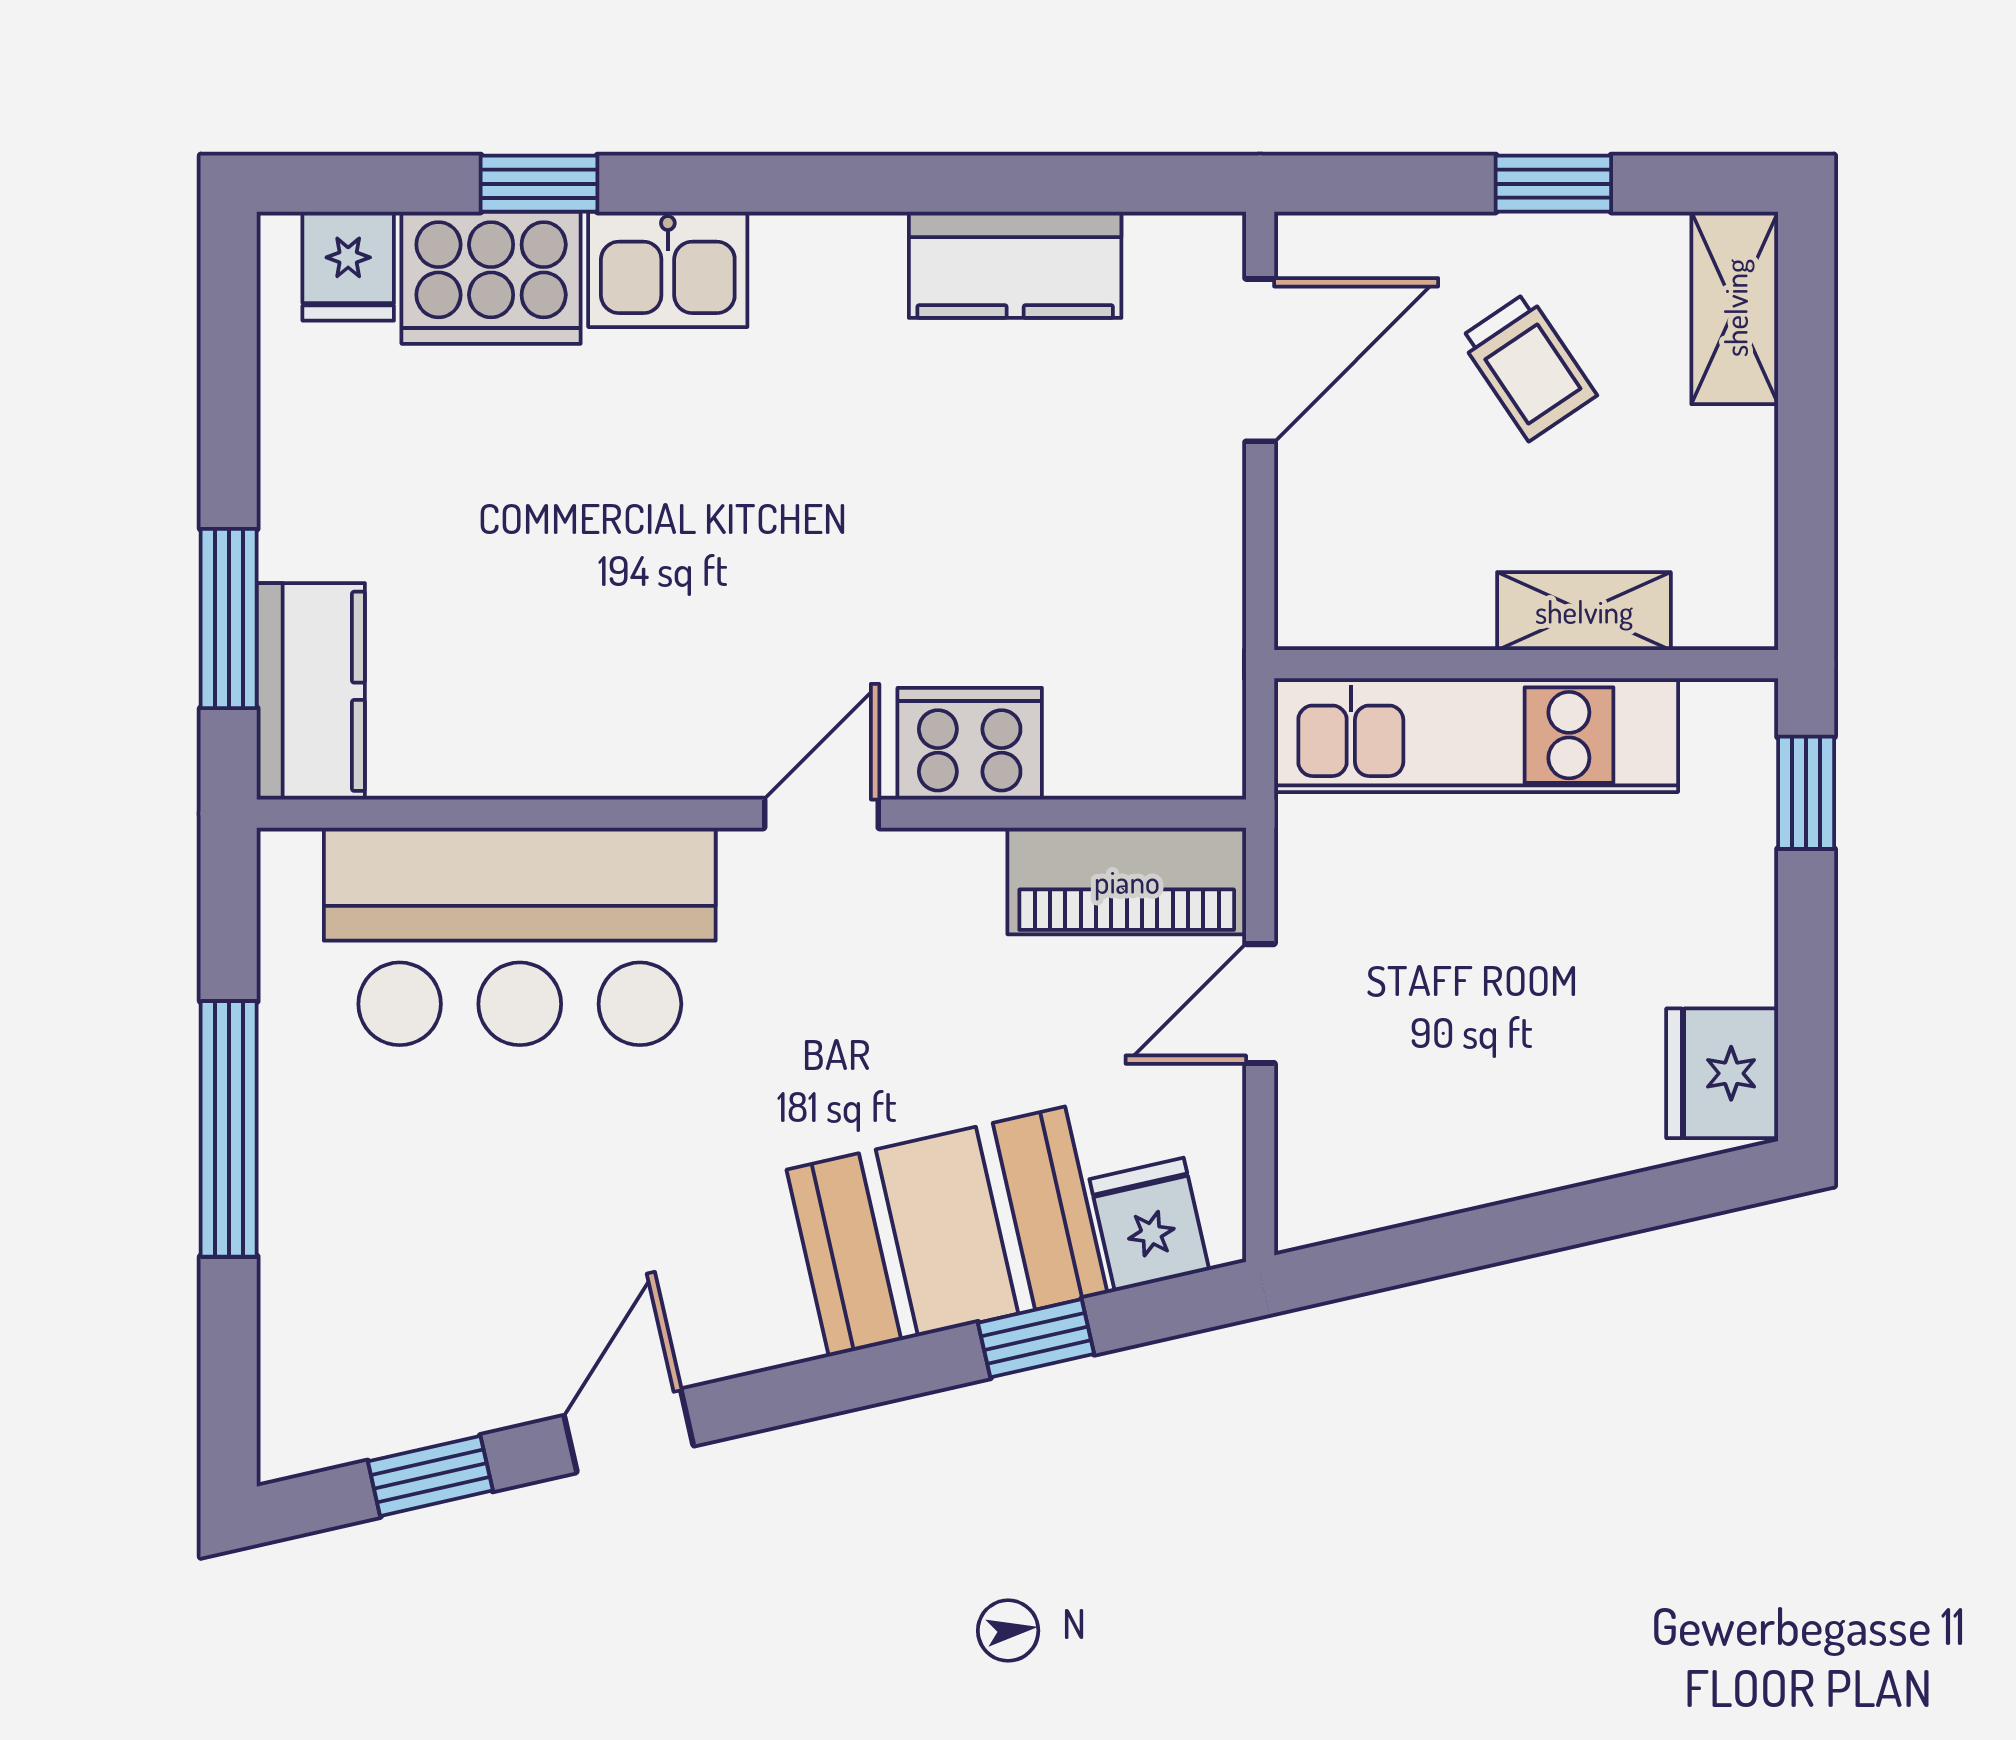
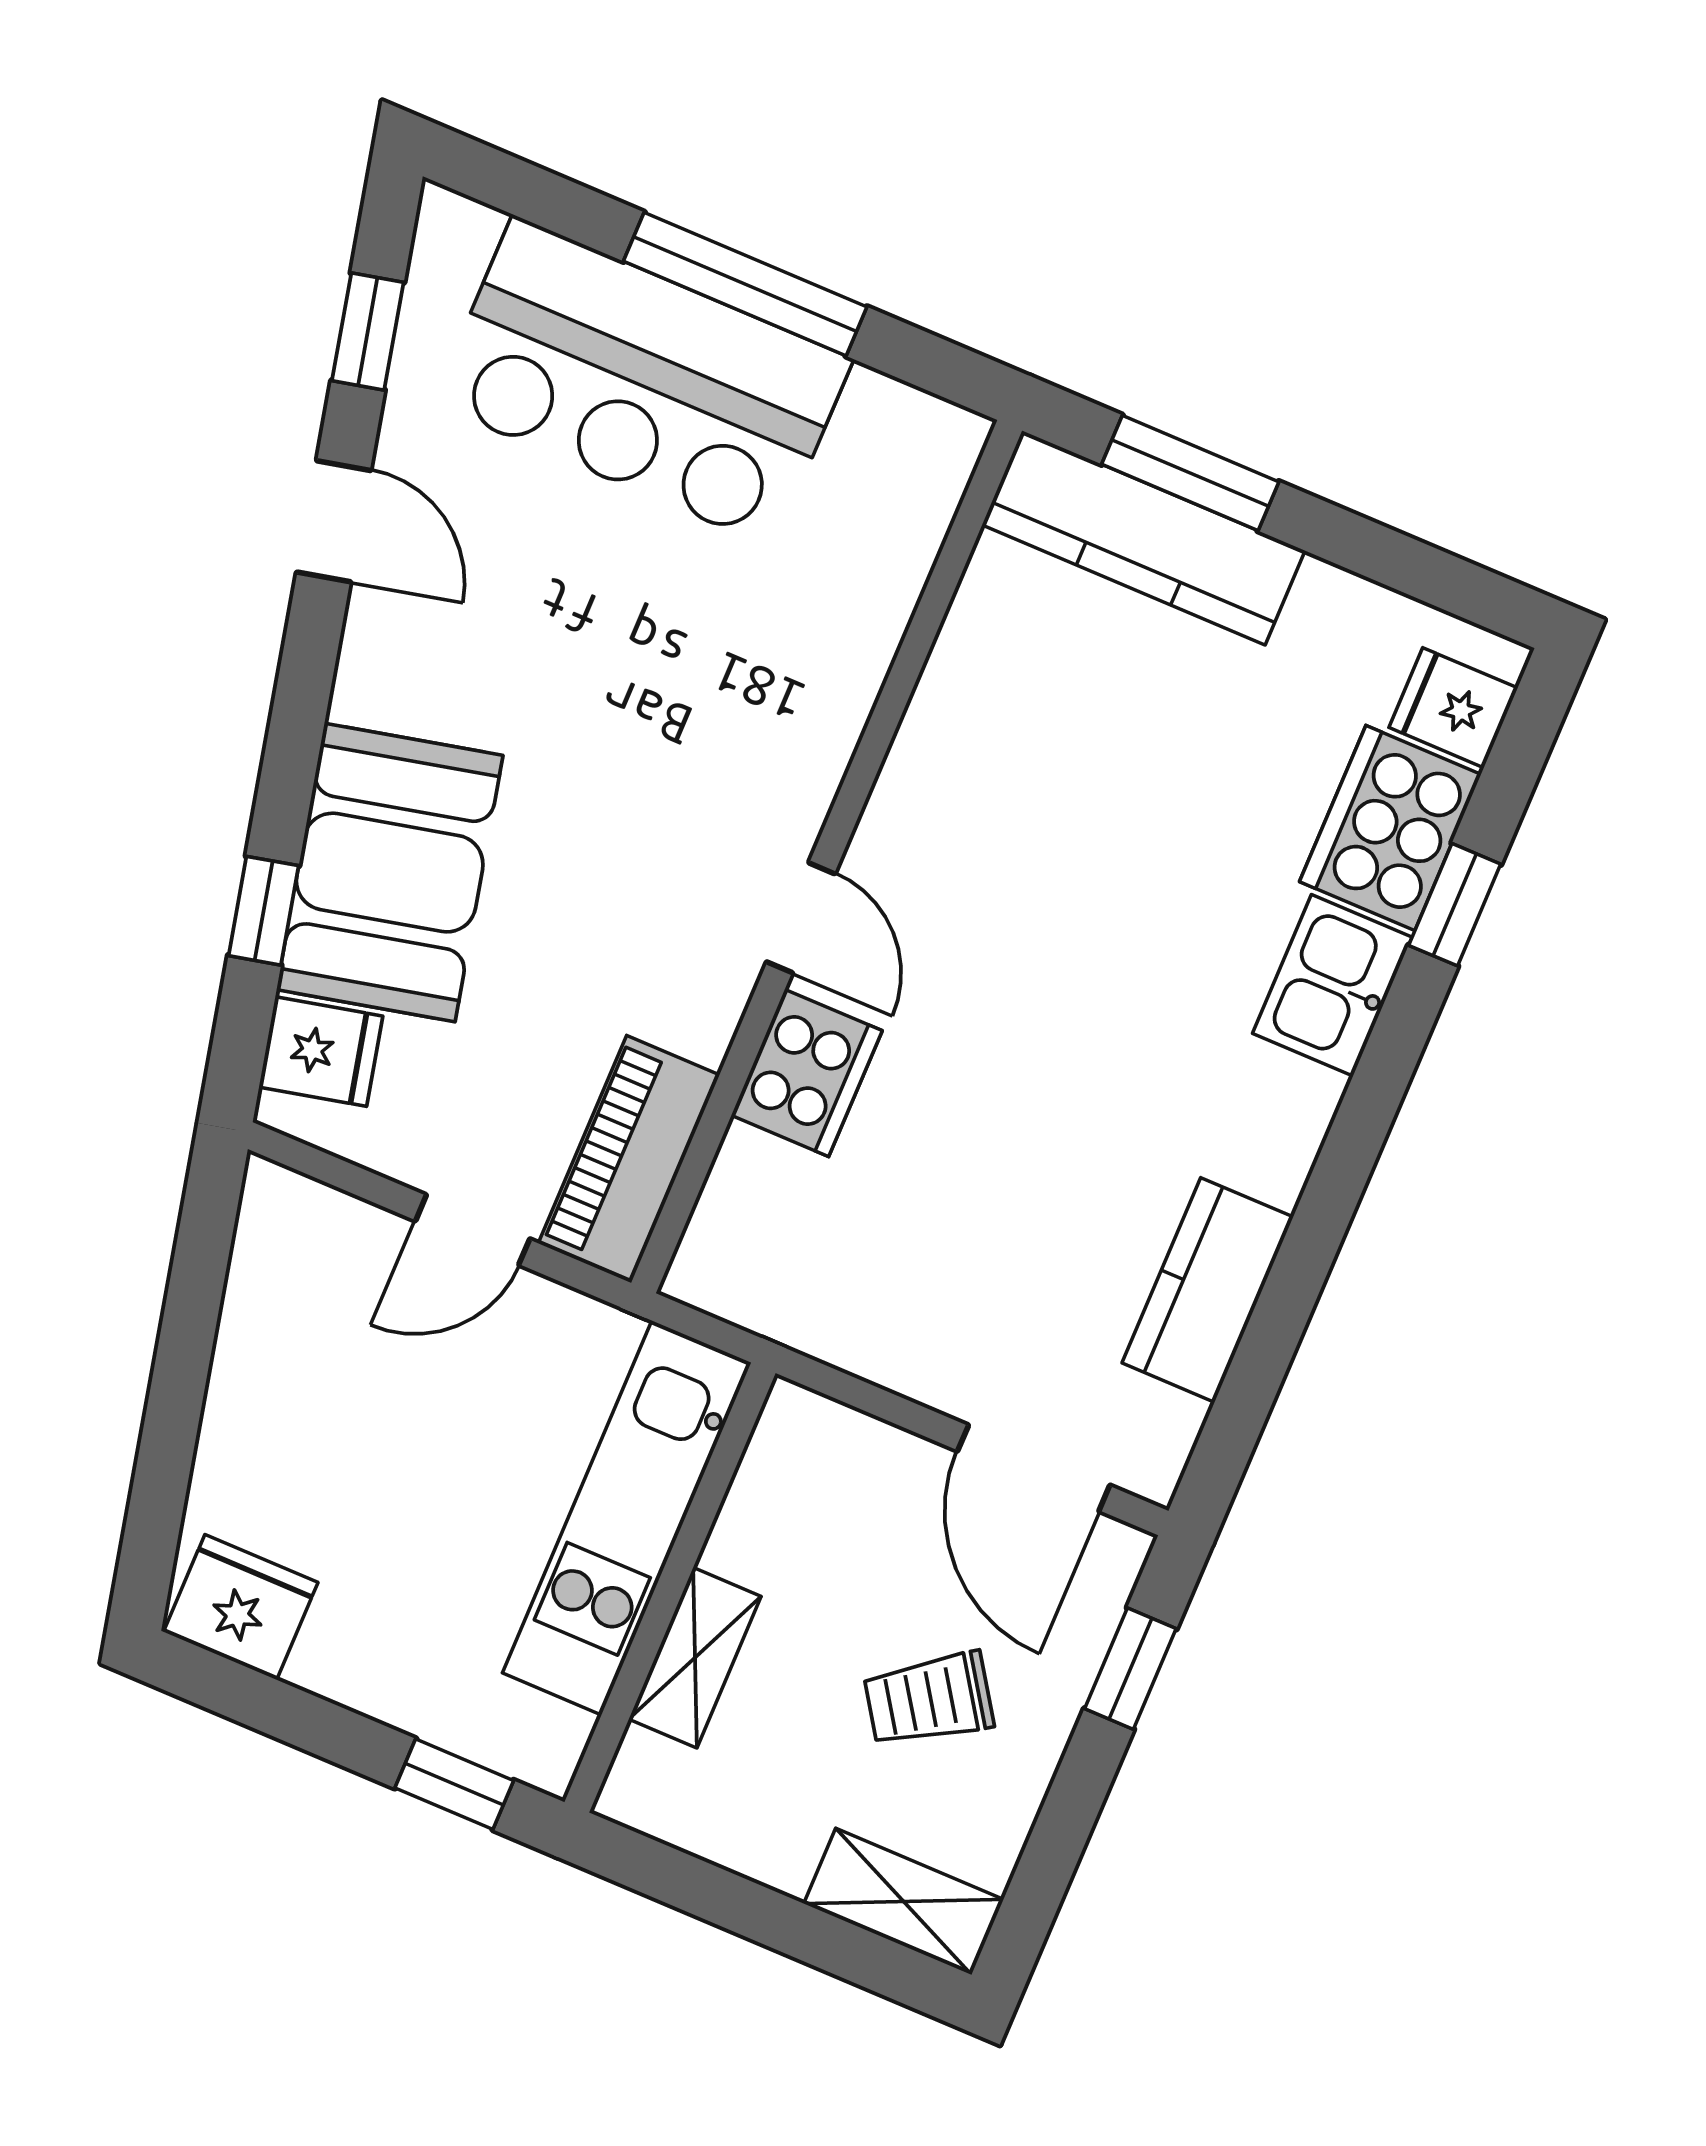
window: (1553, 184) -> (1130, 1669), moved
kitchen counter: (311, 691) -> (1144, 538), width x1.50
bar counter: (520, 936) -> (643, 382), moved, turned -90
door: (1260, 1004) -> (473, 1230), swing flipped

